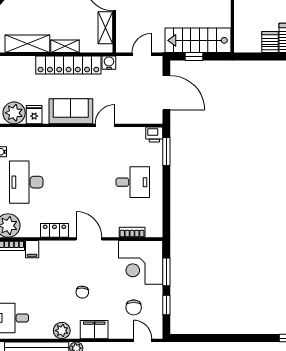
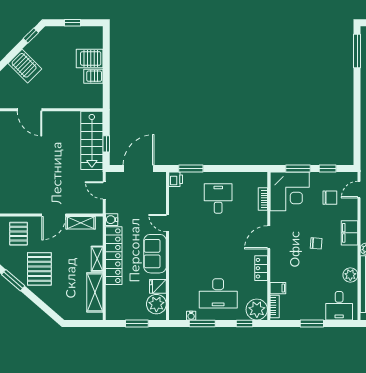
plant: (62, 331) -> (350, 275), moved

